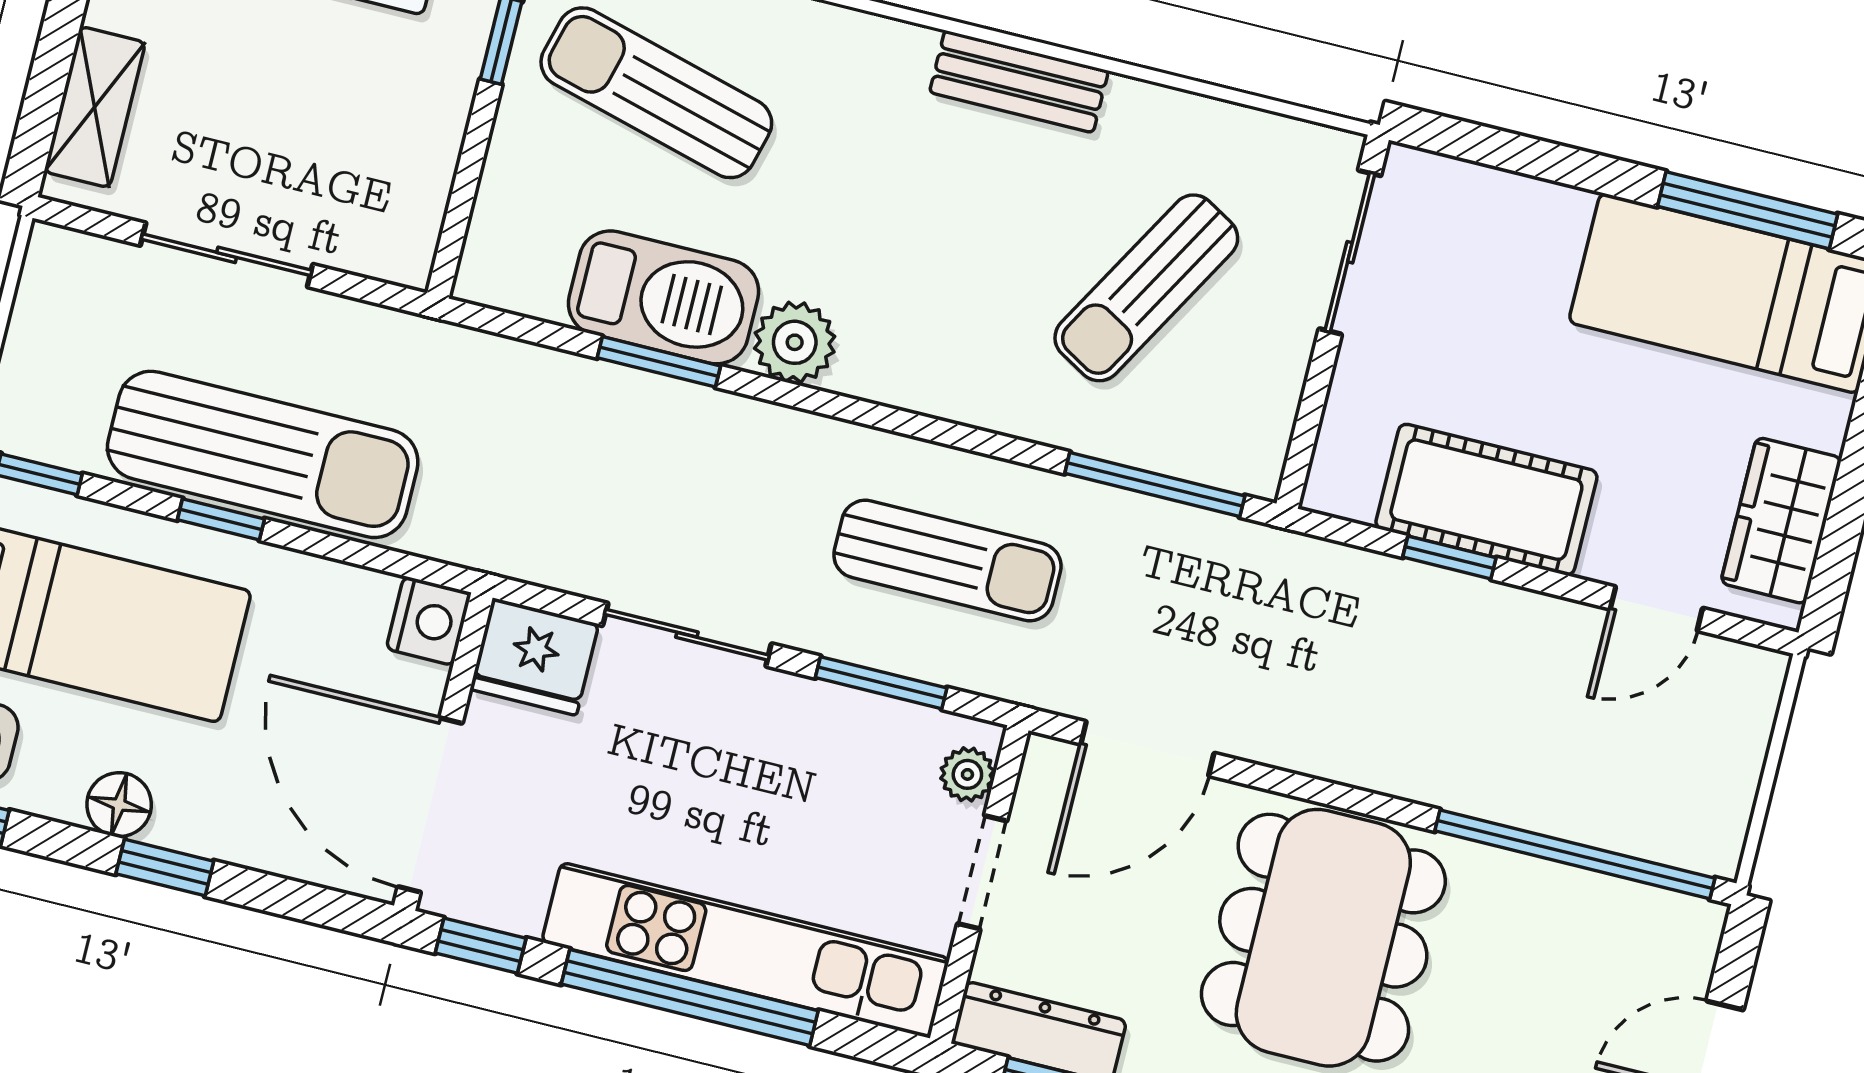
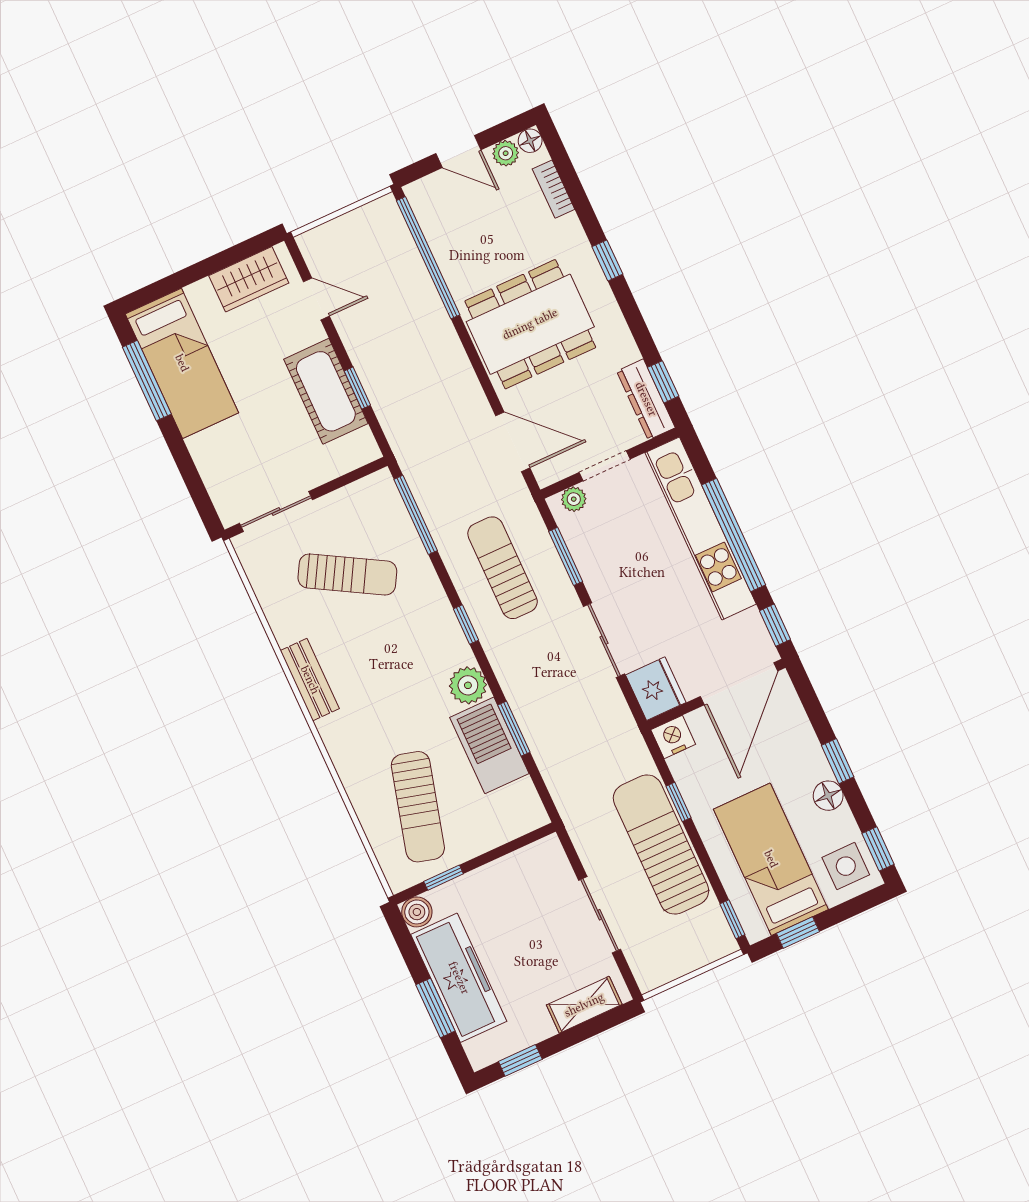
window: (901, 422) -> (466, 624), added
window: (221, 519) -> (678, 802), moved

